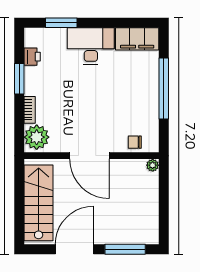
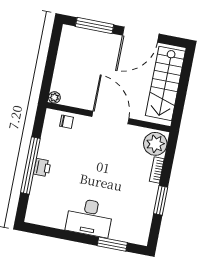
filing cabinet: (137, 39) -> (46, 216), removed
printer: (32, 57) -> (42, 168), moved, turned 180

